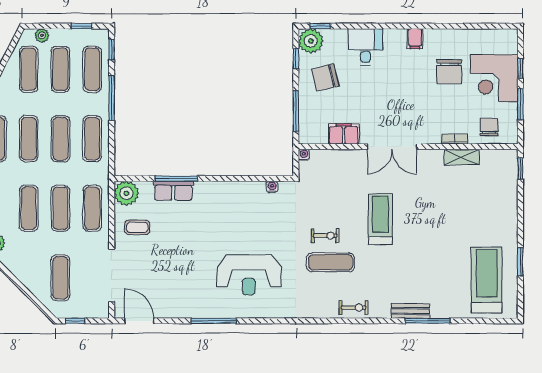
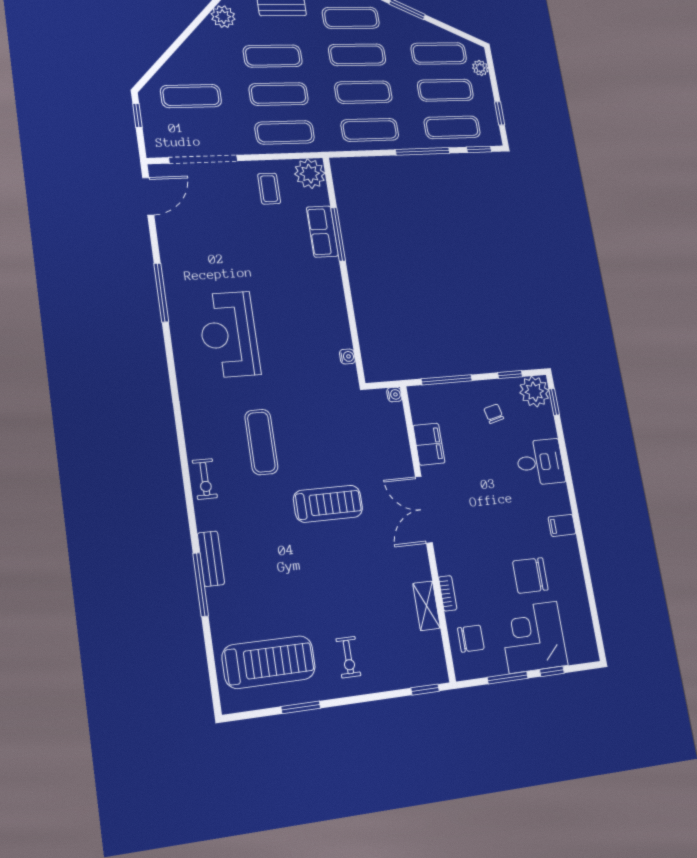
chair: (325, 78) -> (494, 414), width x0.54, depth x0.54
exercise bike: (325, 236) -> (348, 657), moved

